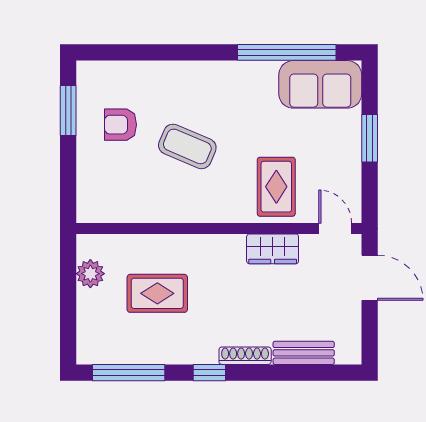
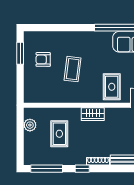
coffee table: (187, 146) -> (73, 69), turned 74
wardrobe: (273, 249) -> (93, 114), moved
rug: (157, 293) -> (59, 134), turned 90

